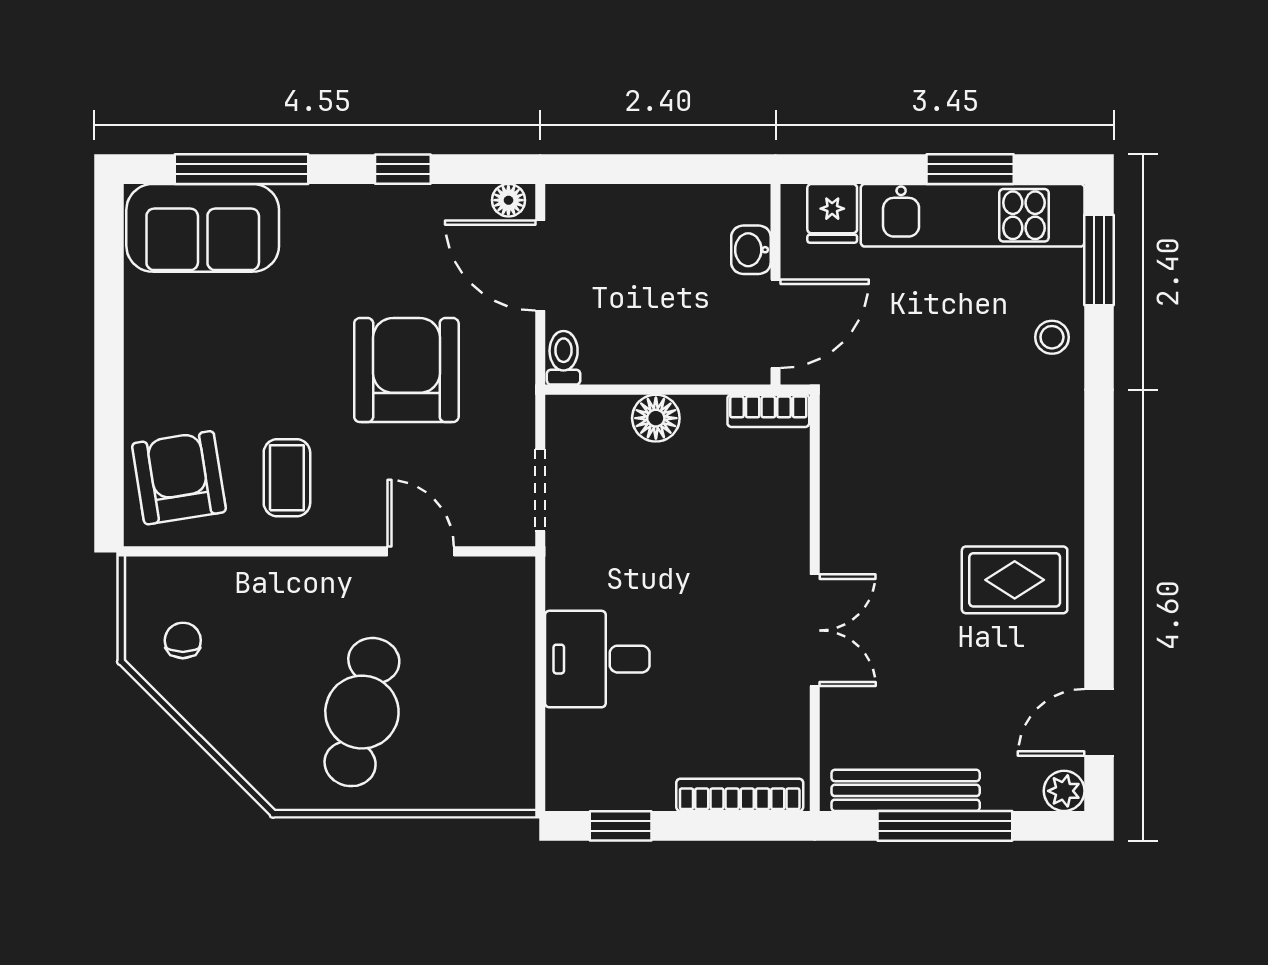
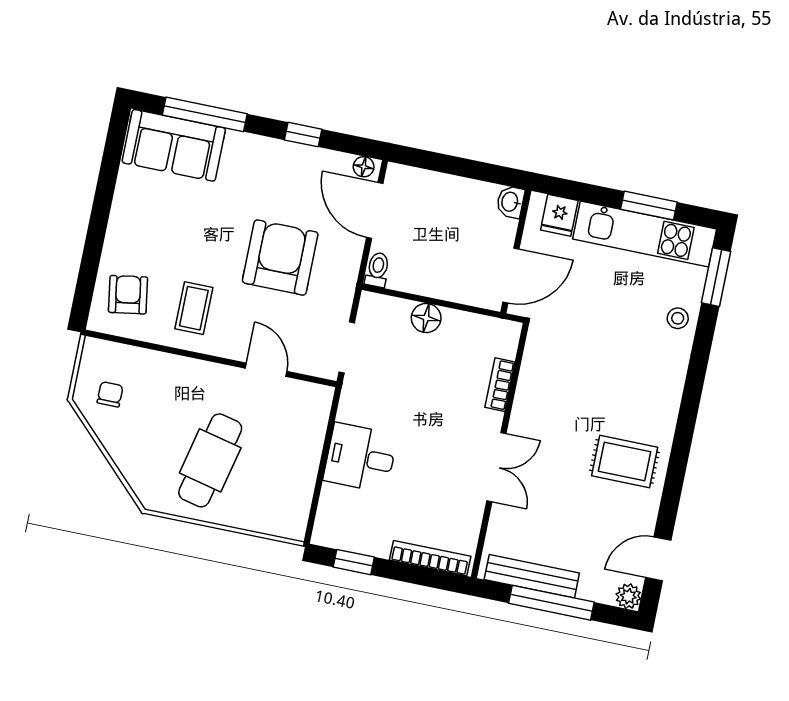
washbasin: (751, 250) -> (510, 202), moved
bookcase: (768, 411) -> (500, 385), moved, turned 90
armchair: (179, 478) -> (128, 295), width x0.72, depth x0.72

